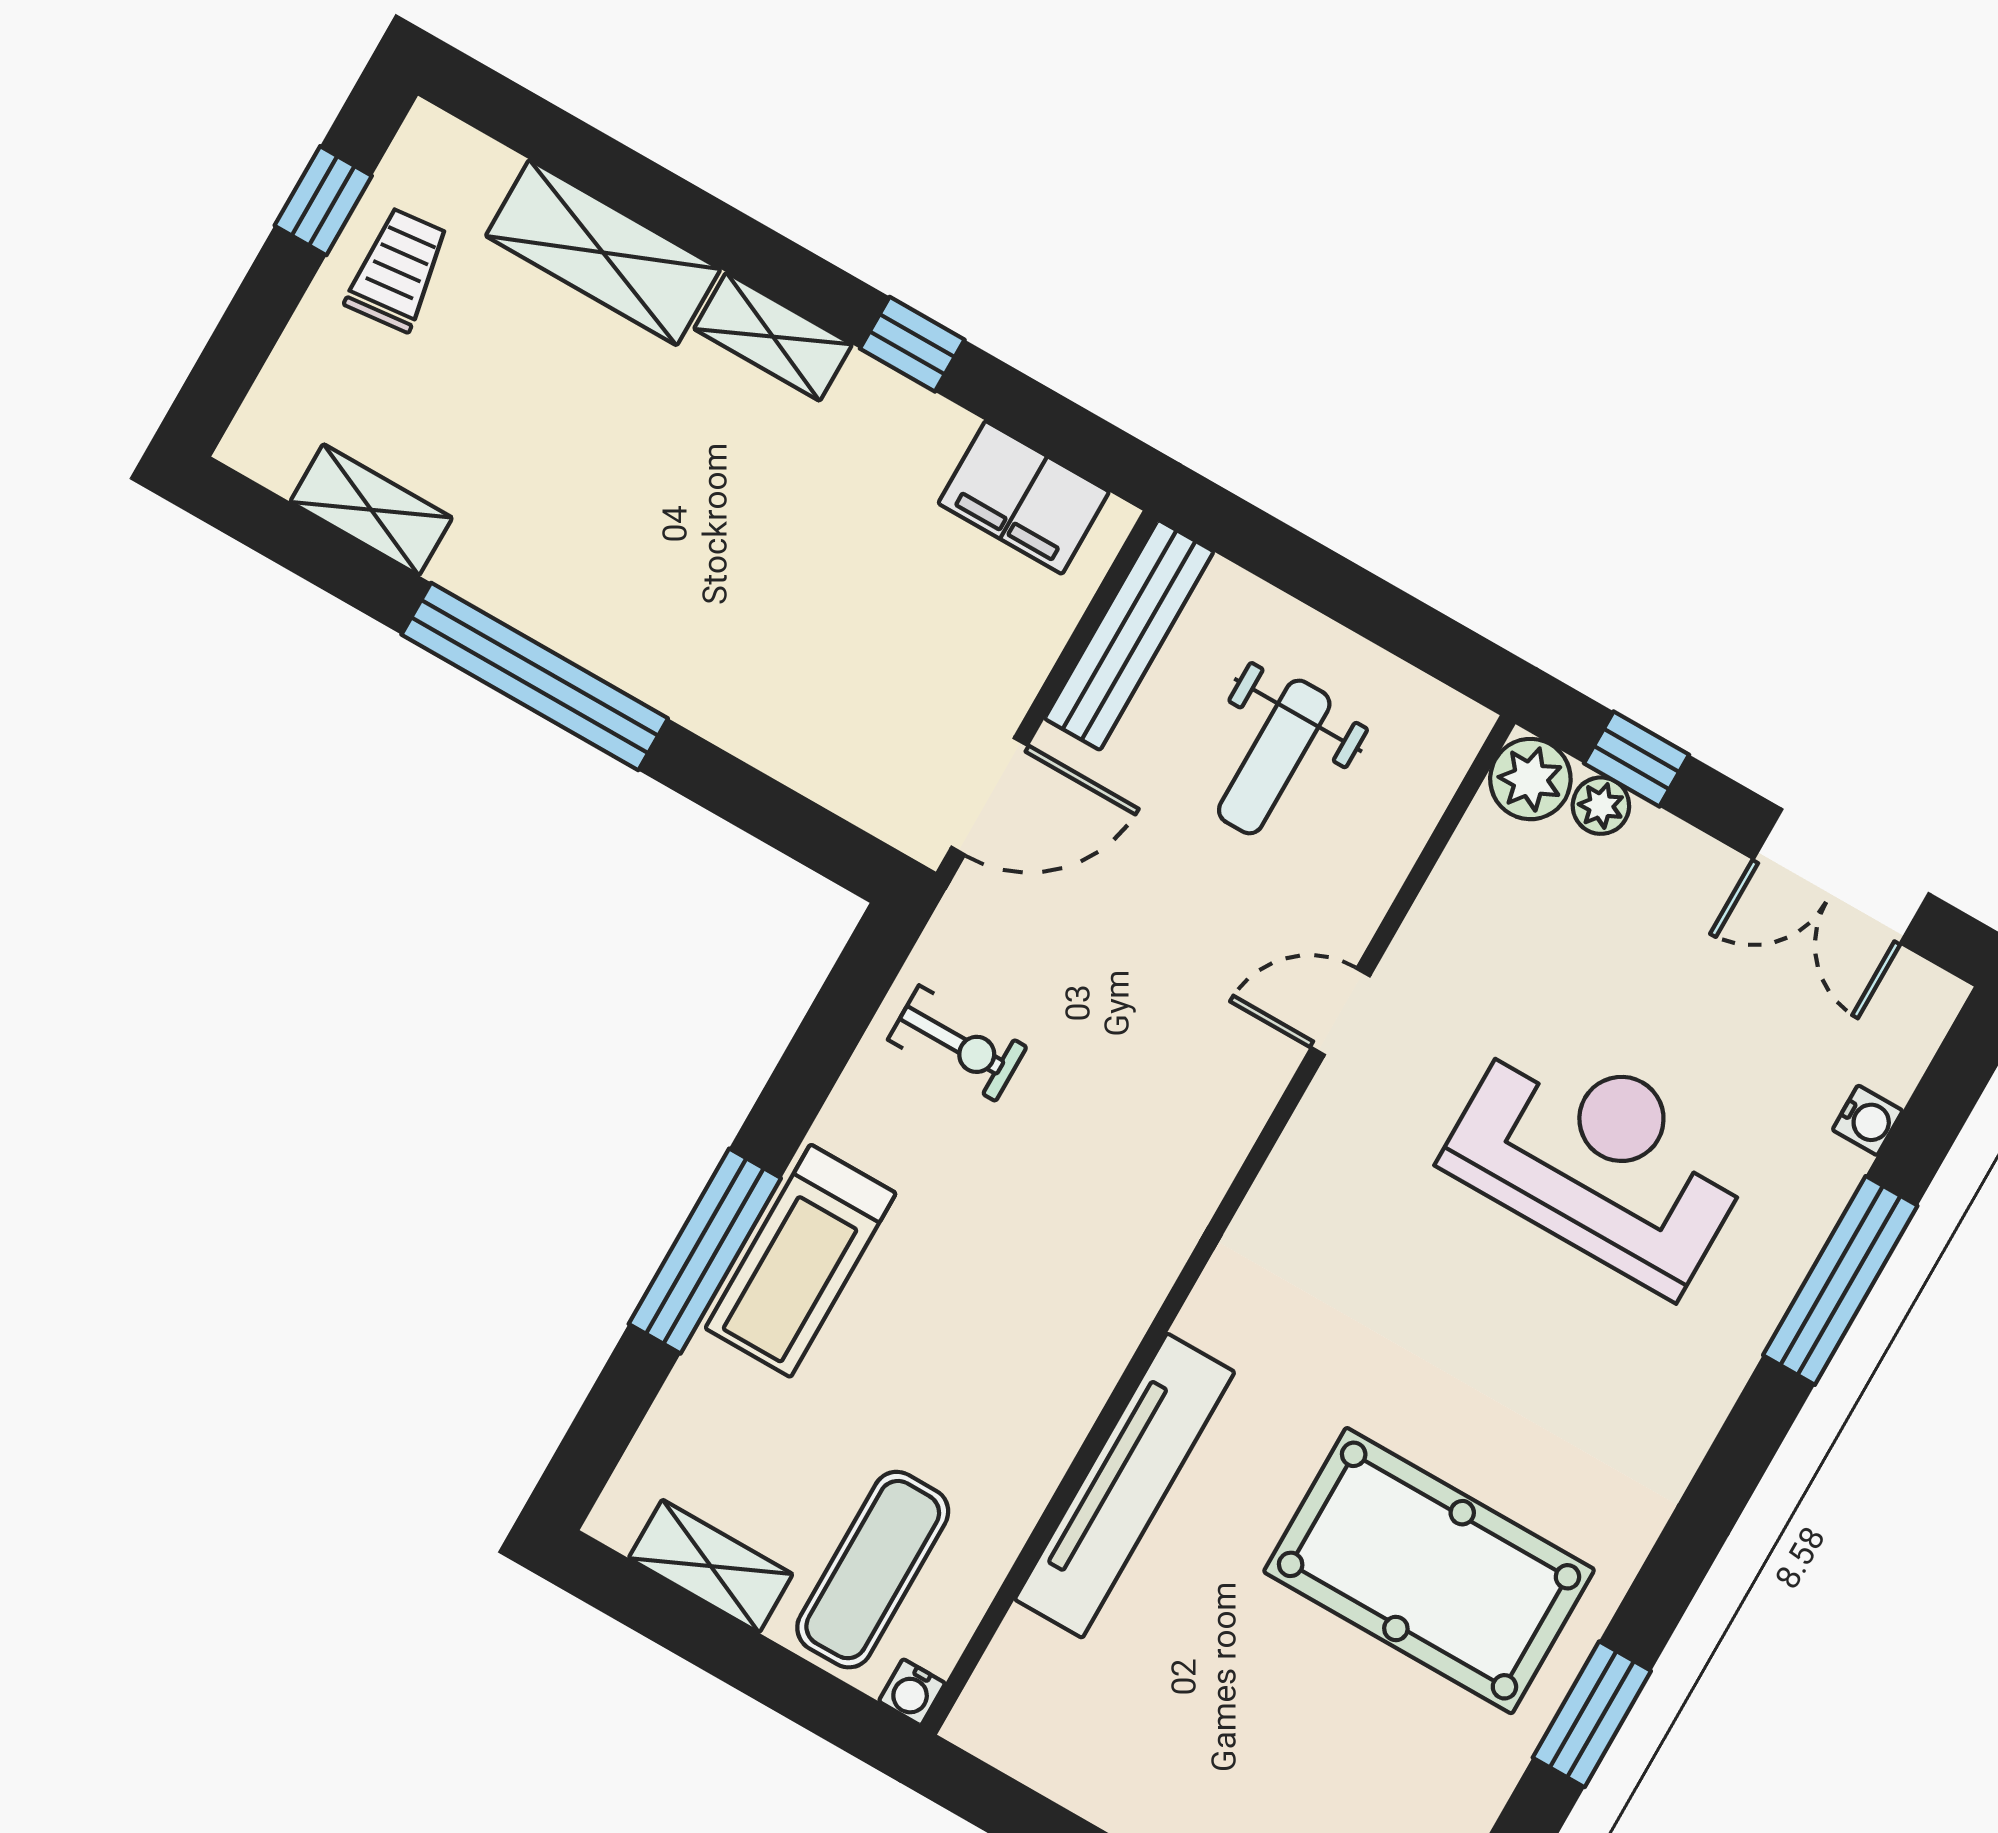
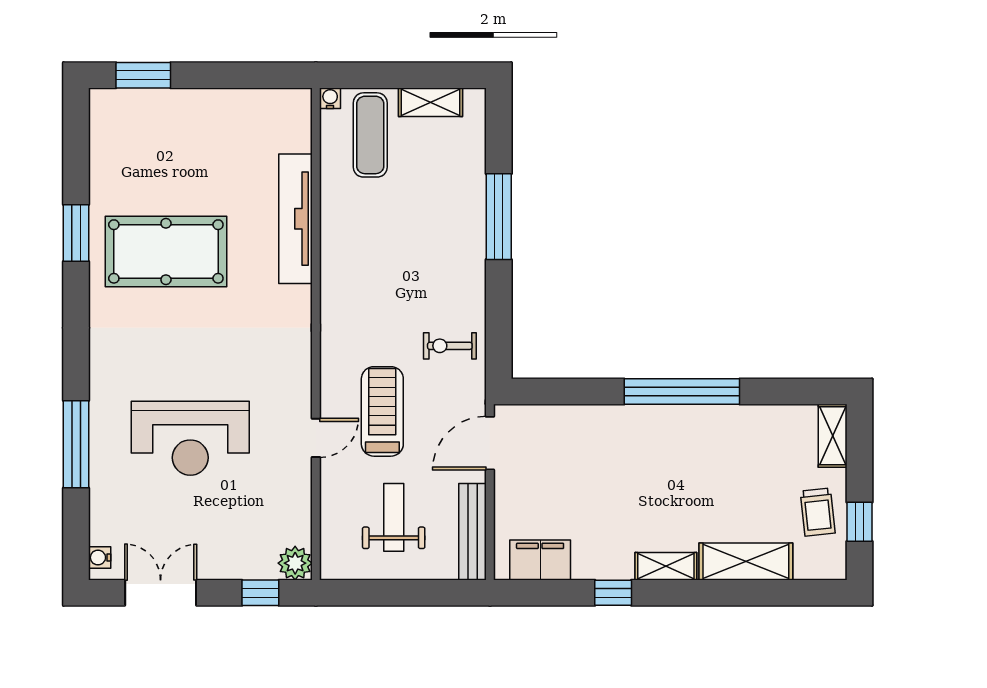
shelving: (371, 510) -> (833, 436), moved, turned 90
plant: (1601, 806) -> (264, 568), removed
water cooler: (1868, 1120) -> (100, 558), moved
treadmill: (801, 1261) -> (382, 411), moved

